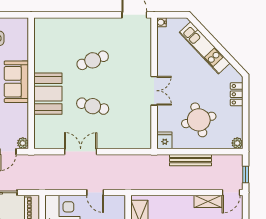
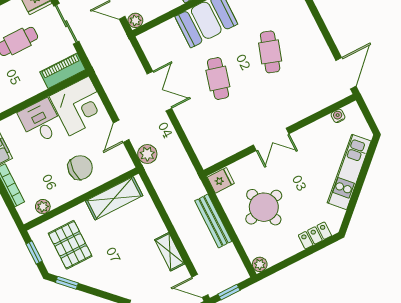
water cooler: (162, 22) -> (338, 116), moved
cafe table: (93, 60) -> (270, 52), turned 39
plant: (120, 182) -> (147, 154), added
shelving: (208, 201) -> (170, 252), moved

